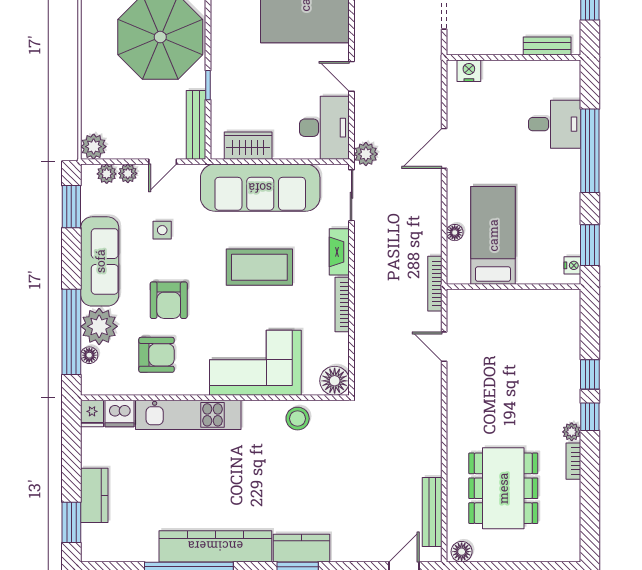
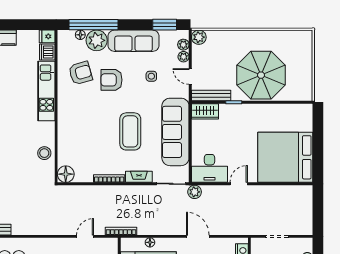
wardrobe: (248, 146) -> (205, 111), moved, turned 90
armchair: (156, 355) -> (80, 73), turned -106
corner sofa: (255, 363) -> (76, 129), removed

